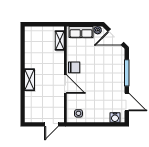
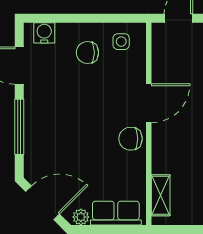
door: (65, 84) -> (149, 103), swing flipped
chair: (94, 108) -> (87, 53), added

